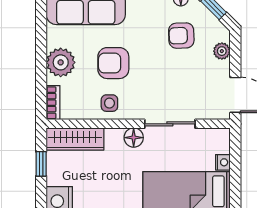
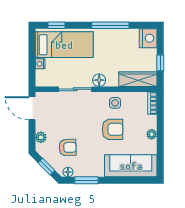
plant: (61, 62) -> (152, 134), width x0.53, depth x0.53

